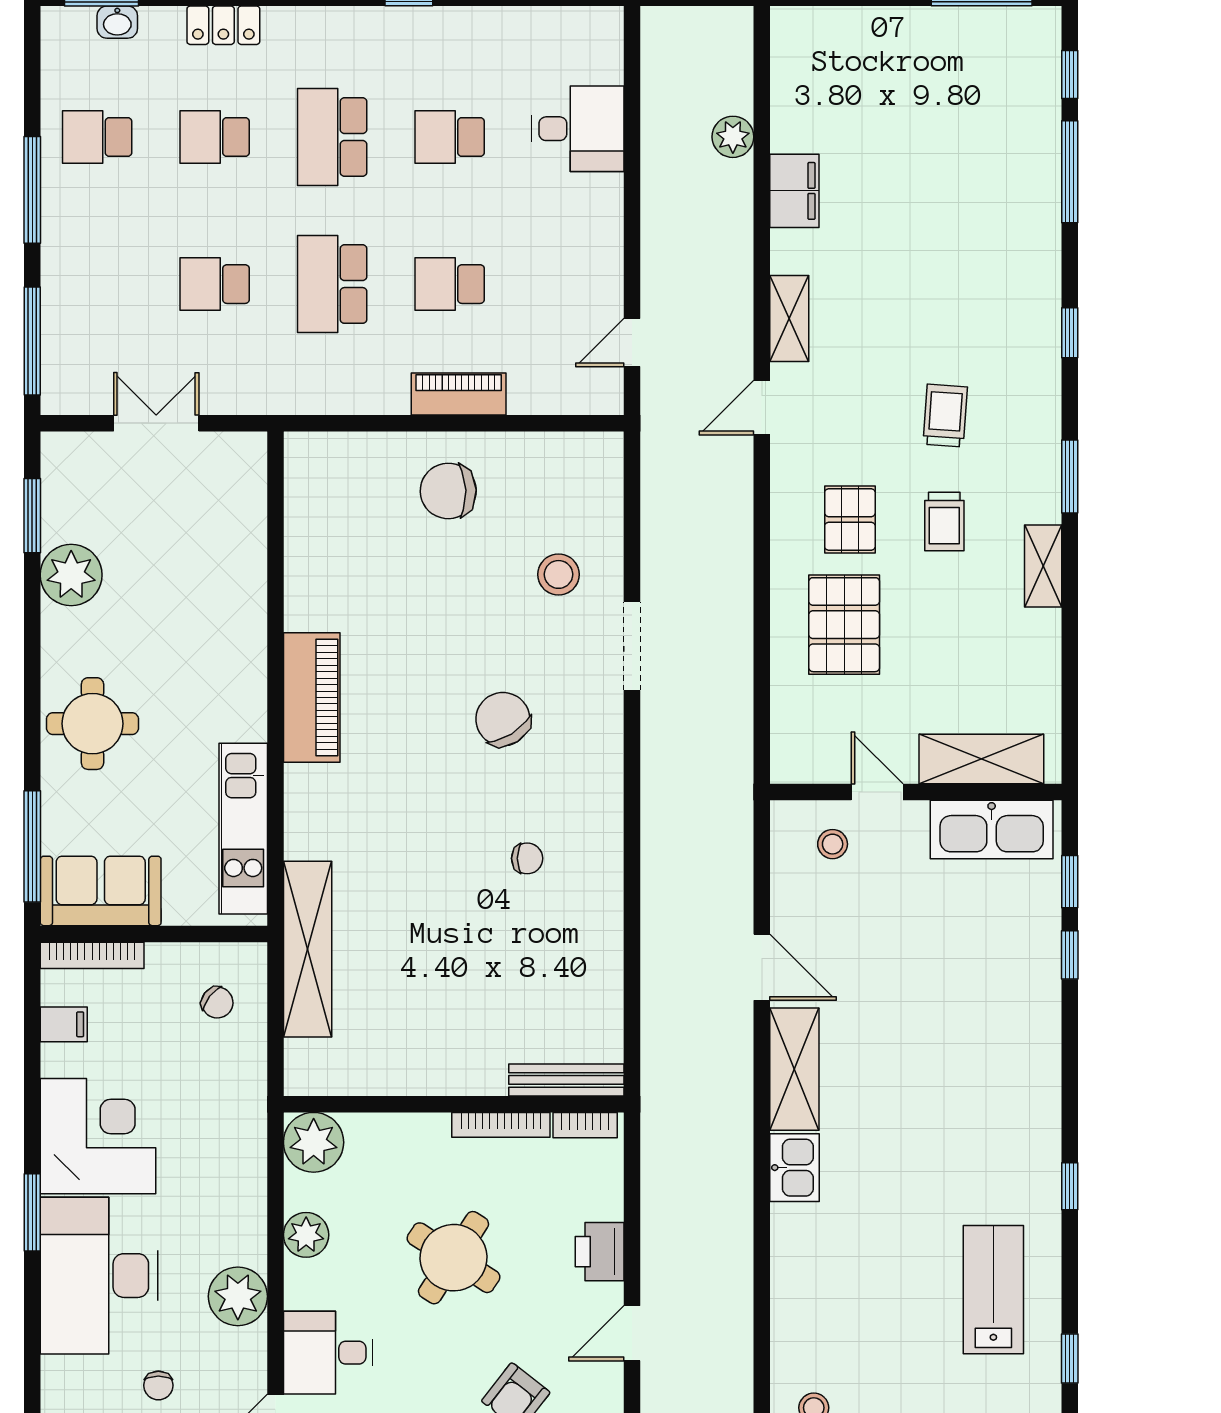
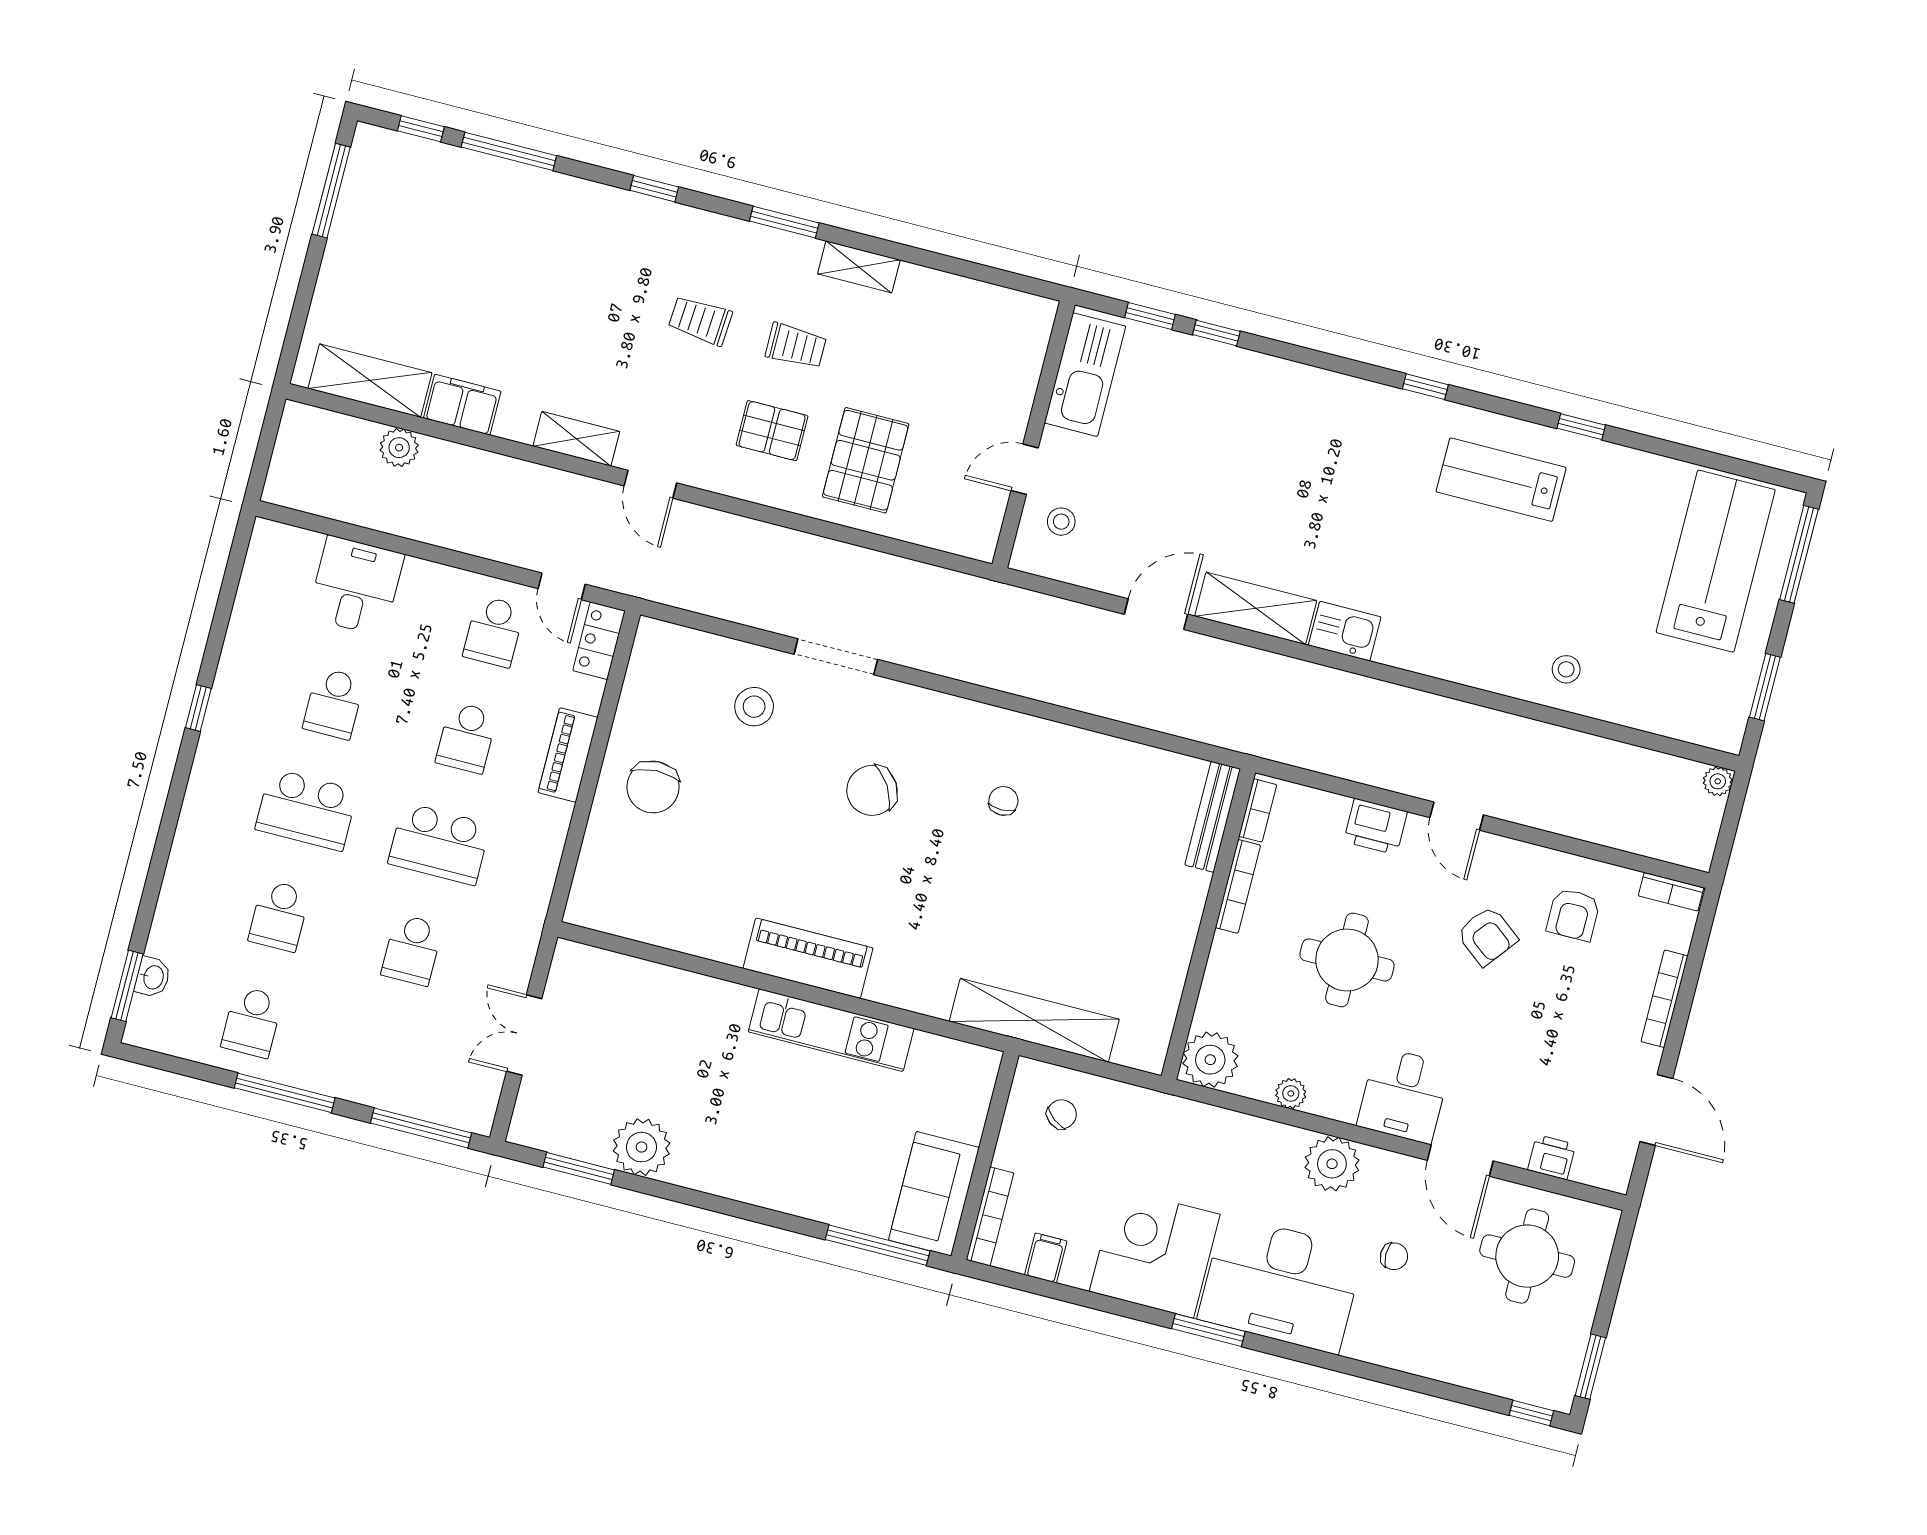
locker: (223, 25) -> (599, 641), moved, turned 180
school desk: (567, 284) -> (494, 631), added
pallet: (844, 625) -> (866, 460), turned 90
round table: (92, 724) -> (781, 1162), removed
shelving: (981, 759) -> (370, 381), moved, turned 90
kitchen unit: (243, 829) -> (831, 1030), moved
plant: (306, 1235) -> (1291, 1093), width x0.73, depth x0.73
round table: (454, 1258) -> (1347, 960), turned -33

